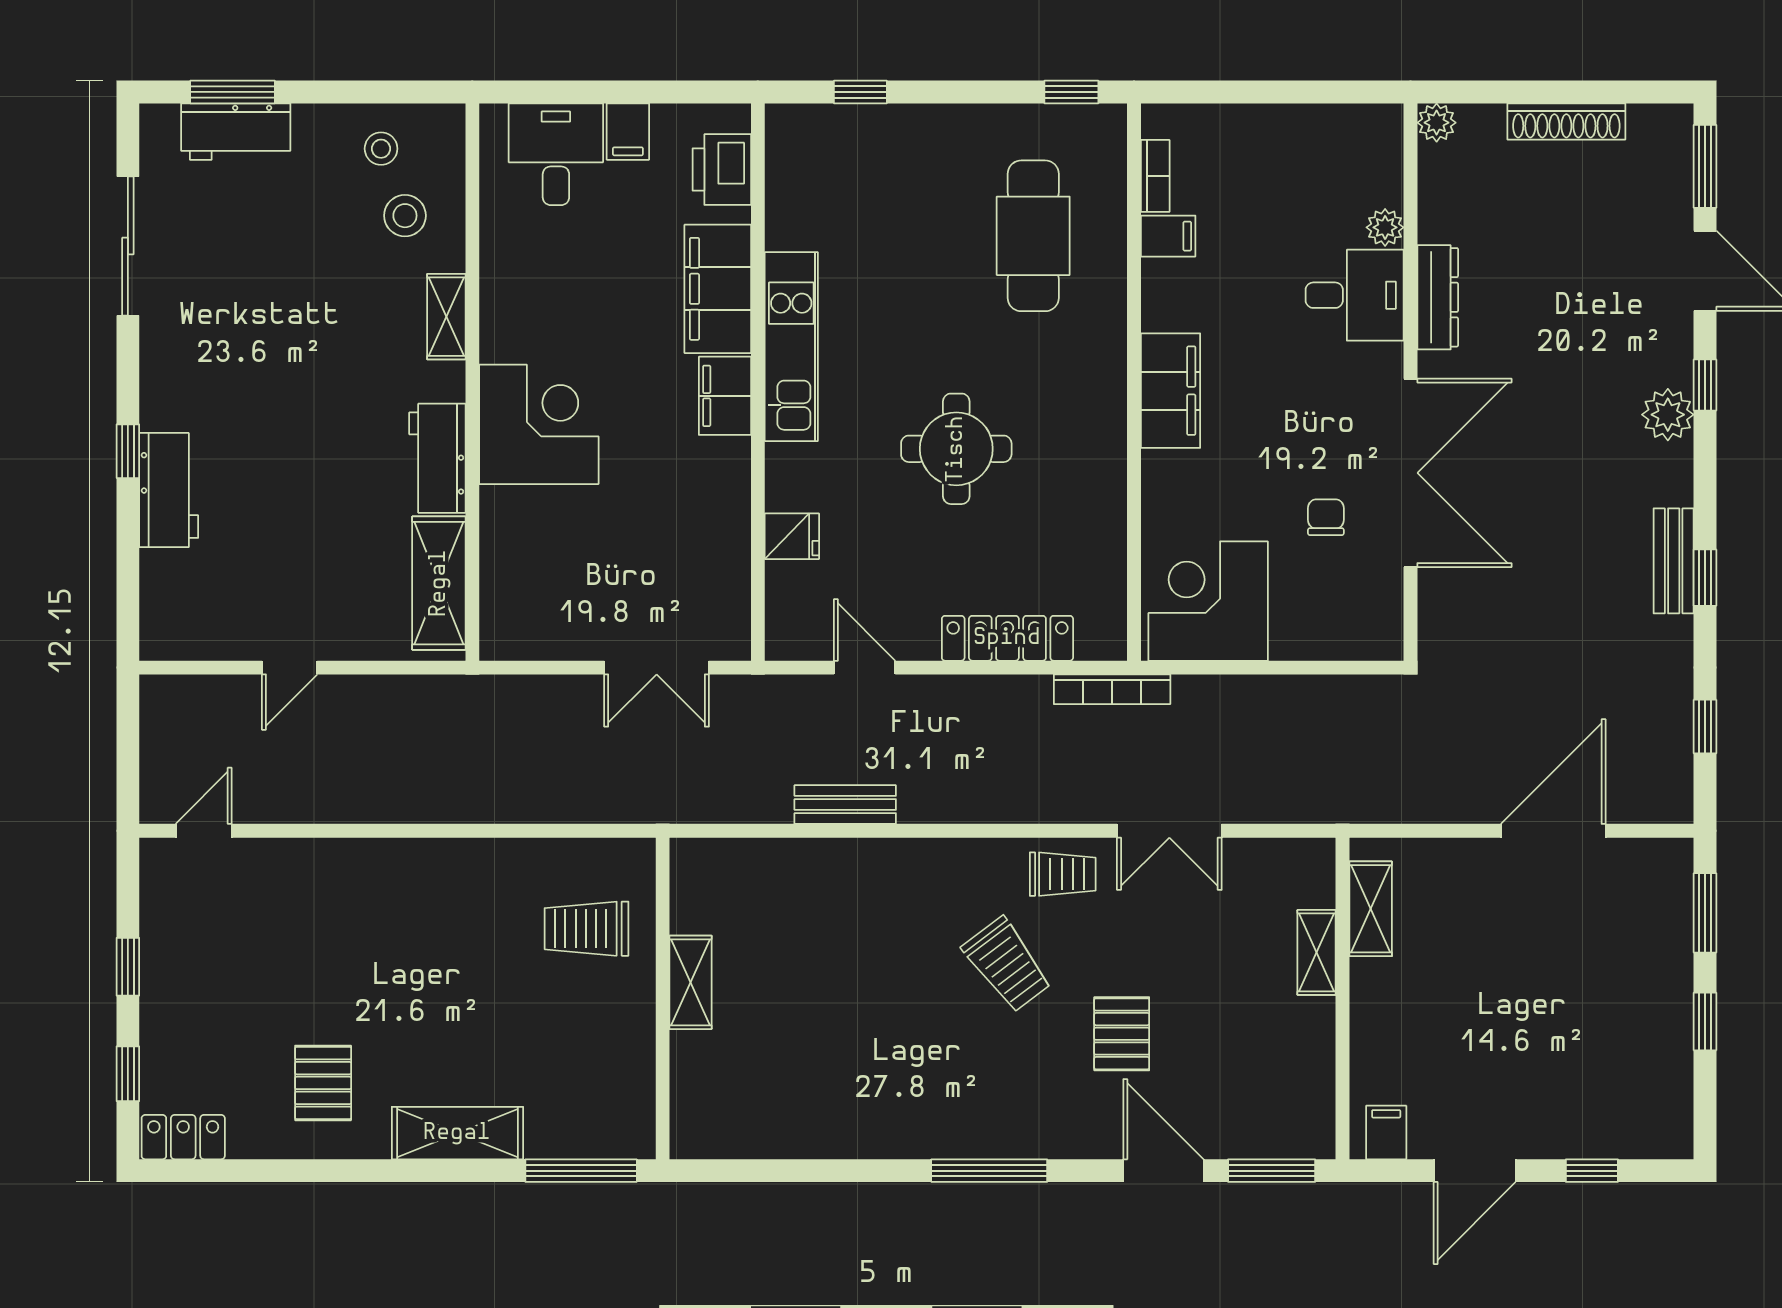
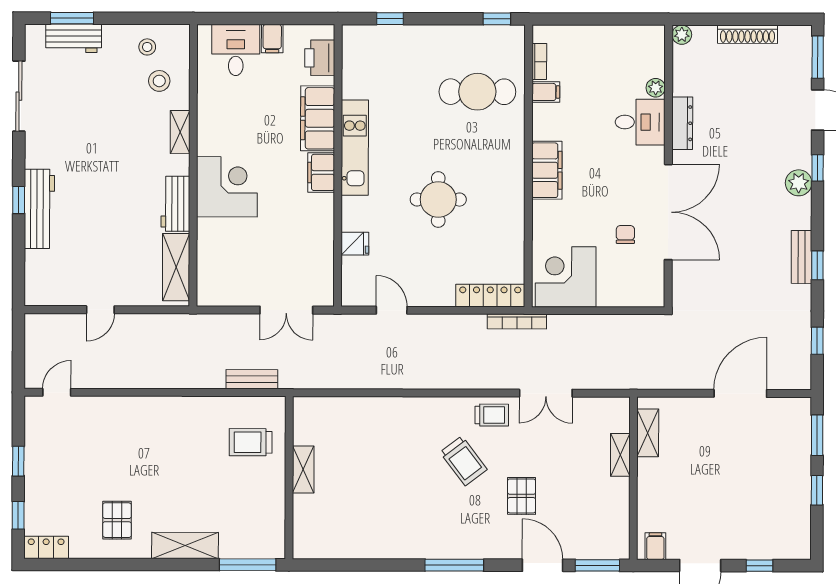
cafe table: (1033, 236) -> (477, 92), turned 90
workbench: (169, 490) -> (39, 209), width x1.38
locker: (1007, 638) -> (490, 296), moved
bench: (845, 805) -> (252, 379), moved

